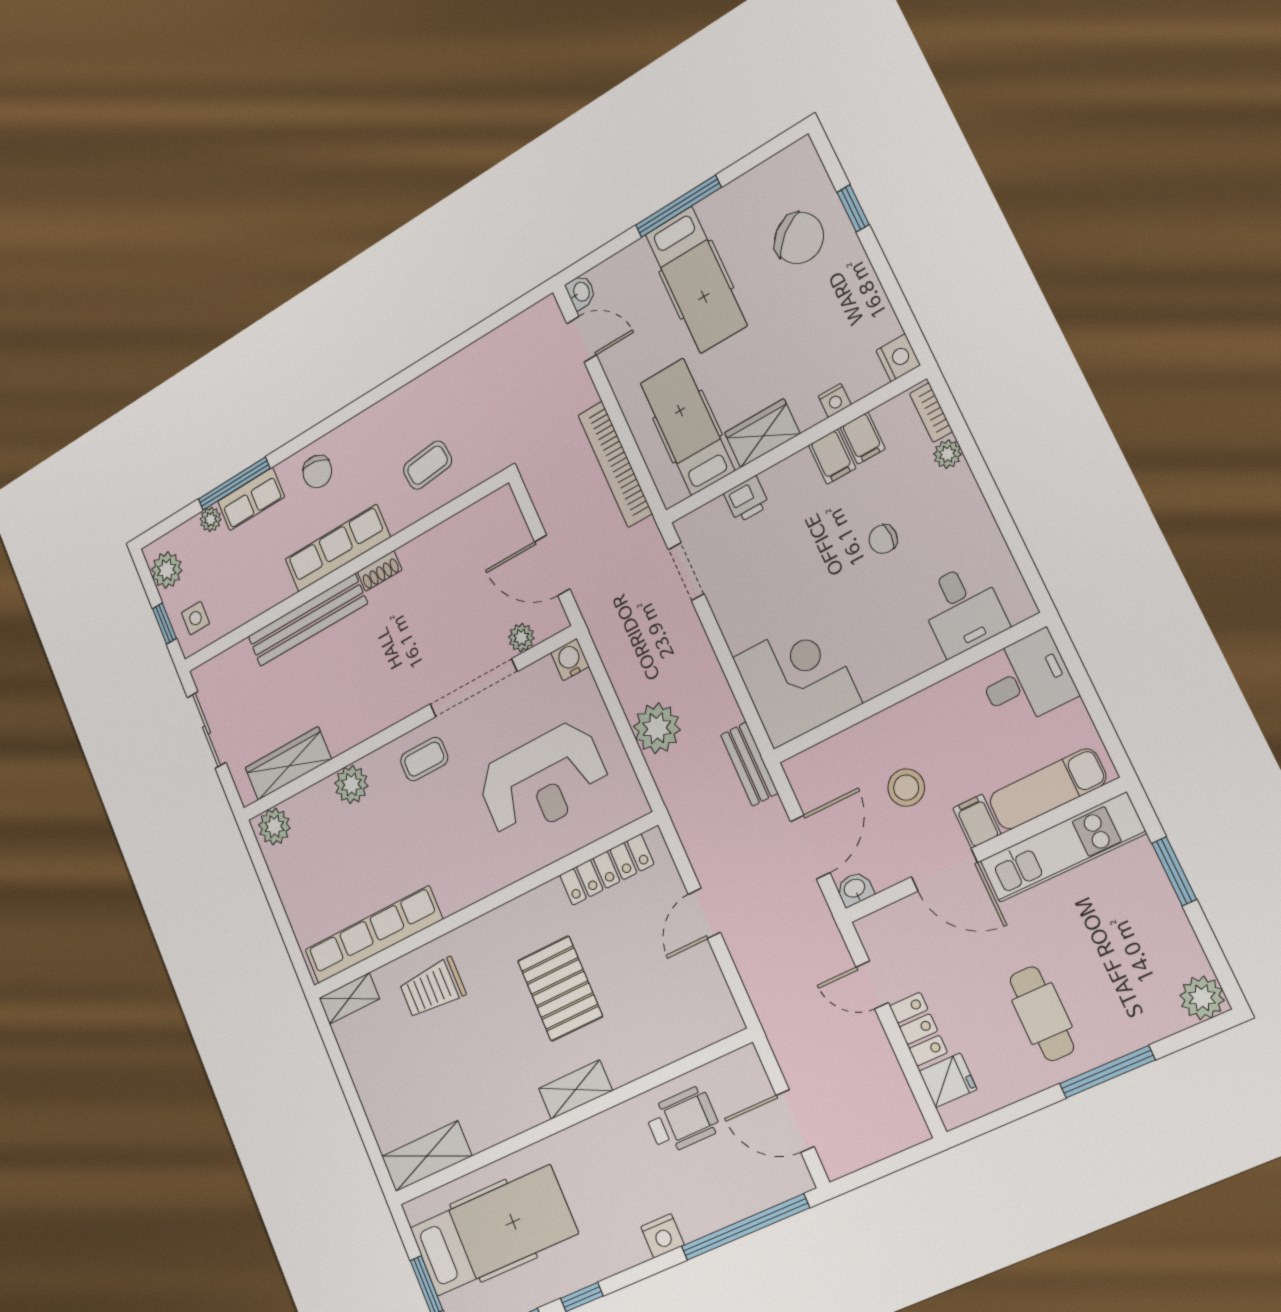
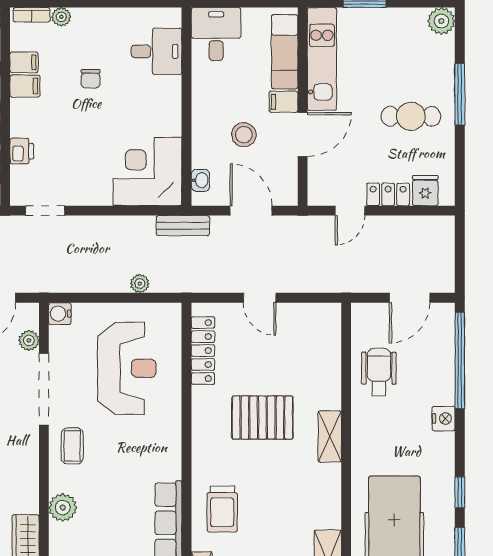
plant: (657, 728) -> (140, 284), width x0.53, depth x0.53
washbasin: (855, 889) -> (200, 180), moved, turned 180

